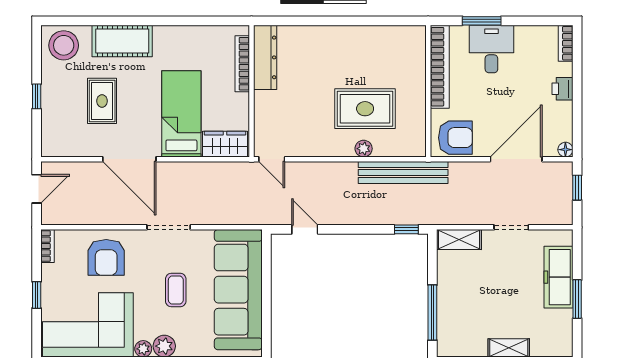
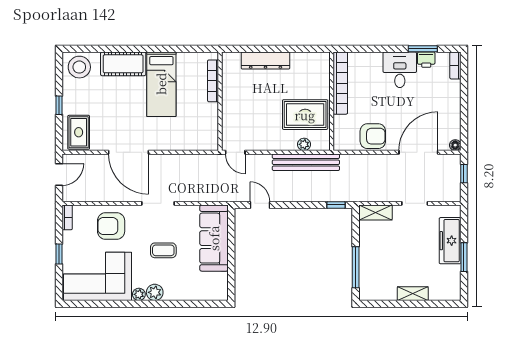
window: (482, 21) -> (423, 49), moved
dresser: (265, 57) -> (266, 61), moved, turned 90
bookcase: (440, 67) -> (340, 83), moved
printer: (563, 89) -> (426, 60), moved, turned -90
wall: (428, 91) -> (332, 101), moved
rug: (102, 101) -> (79, 132), moved
bed: (181, 114) -> (161, 84), moved, turned 180
wardrobe: (225, 144) -> (200, 141), removed
bench: (403, 172) -> (306, 162), moved
armchair: (106, 257) -> (111, 226), turned 90
coffee table: (176, 290) -> (163, 250), turned 90
sofa: (238, 290) -> (214, 238), width x0.74, depth x0.79

